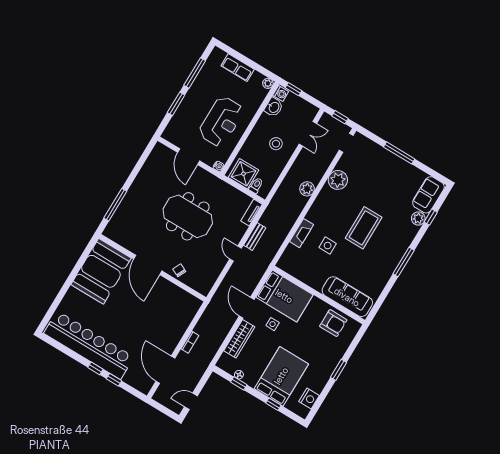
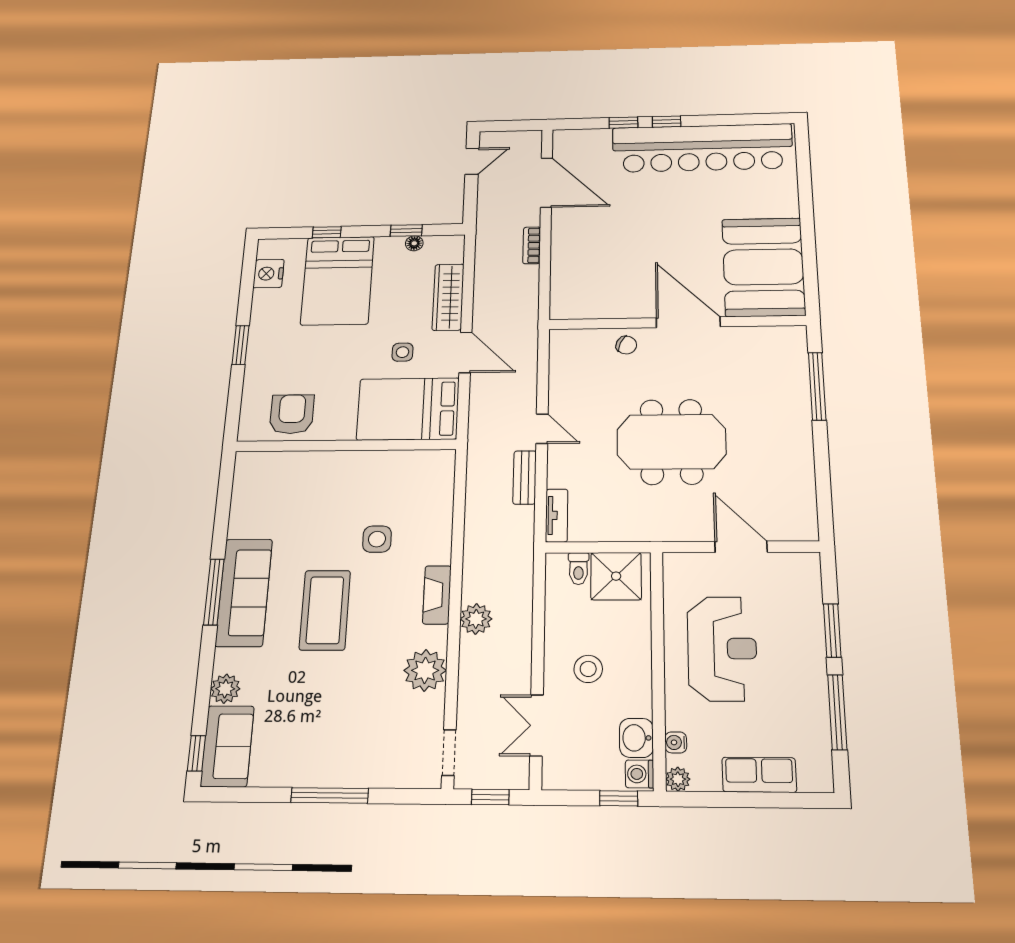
reception desk: (221, 122) -> (722, 649), turned 180
water cooler: (219, 166) -> (676, 742), moved
window: (431, 217) -> (196, 753), moved
fireplace: (302, 233) -> (437, 595), moved
sofa: (347, 297) -> (244, 592), moved, turned -90
armchair: (333, 323) -> (292, 414), turned 90

